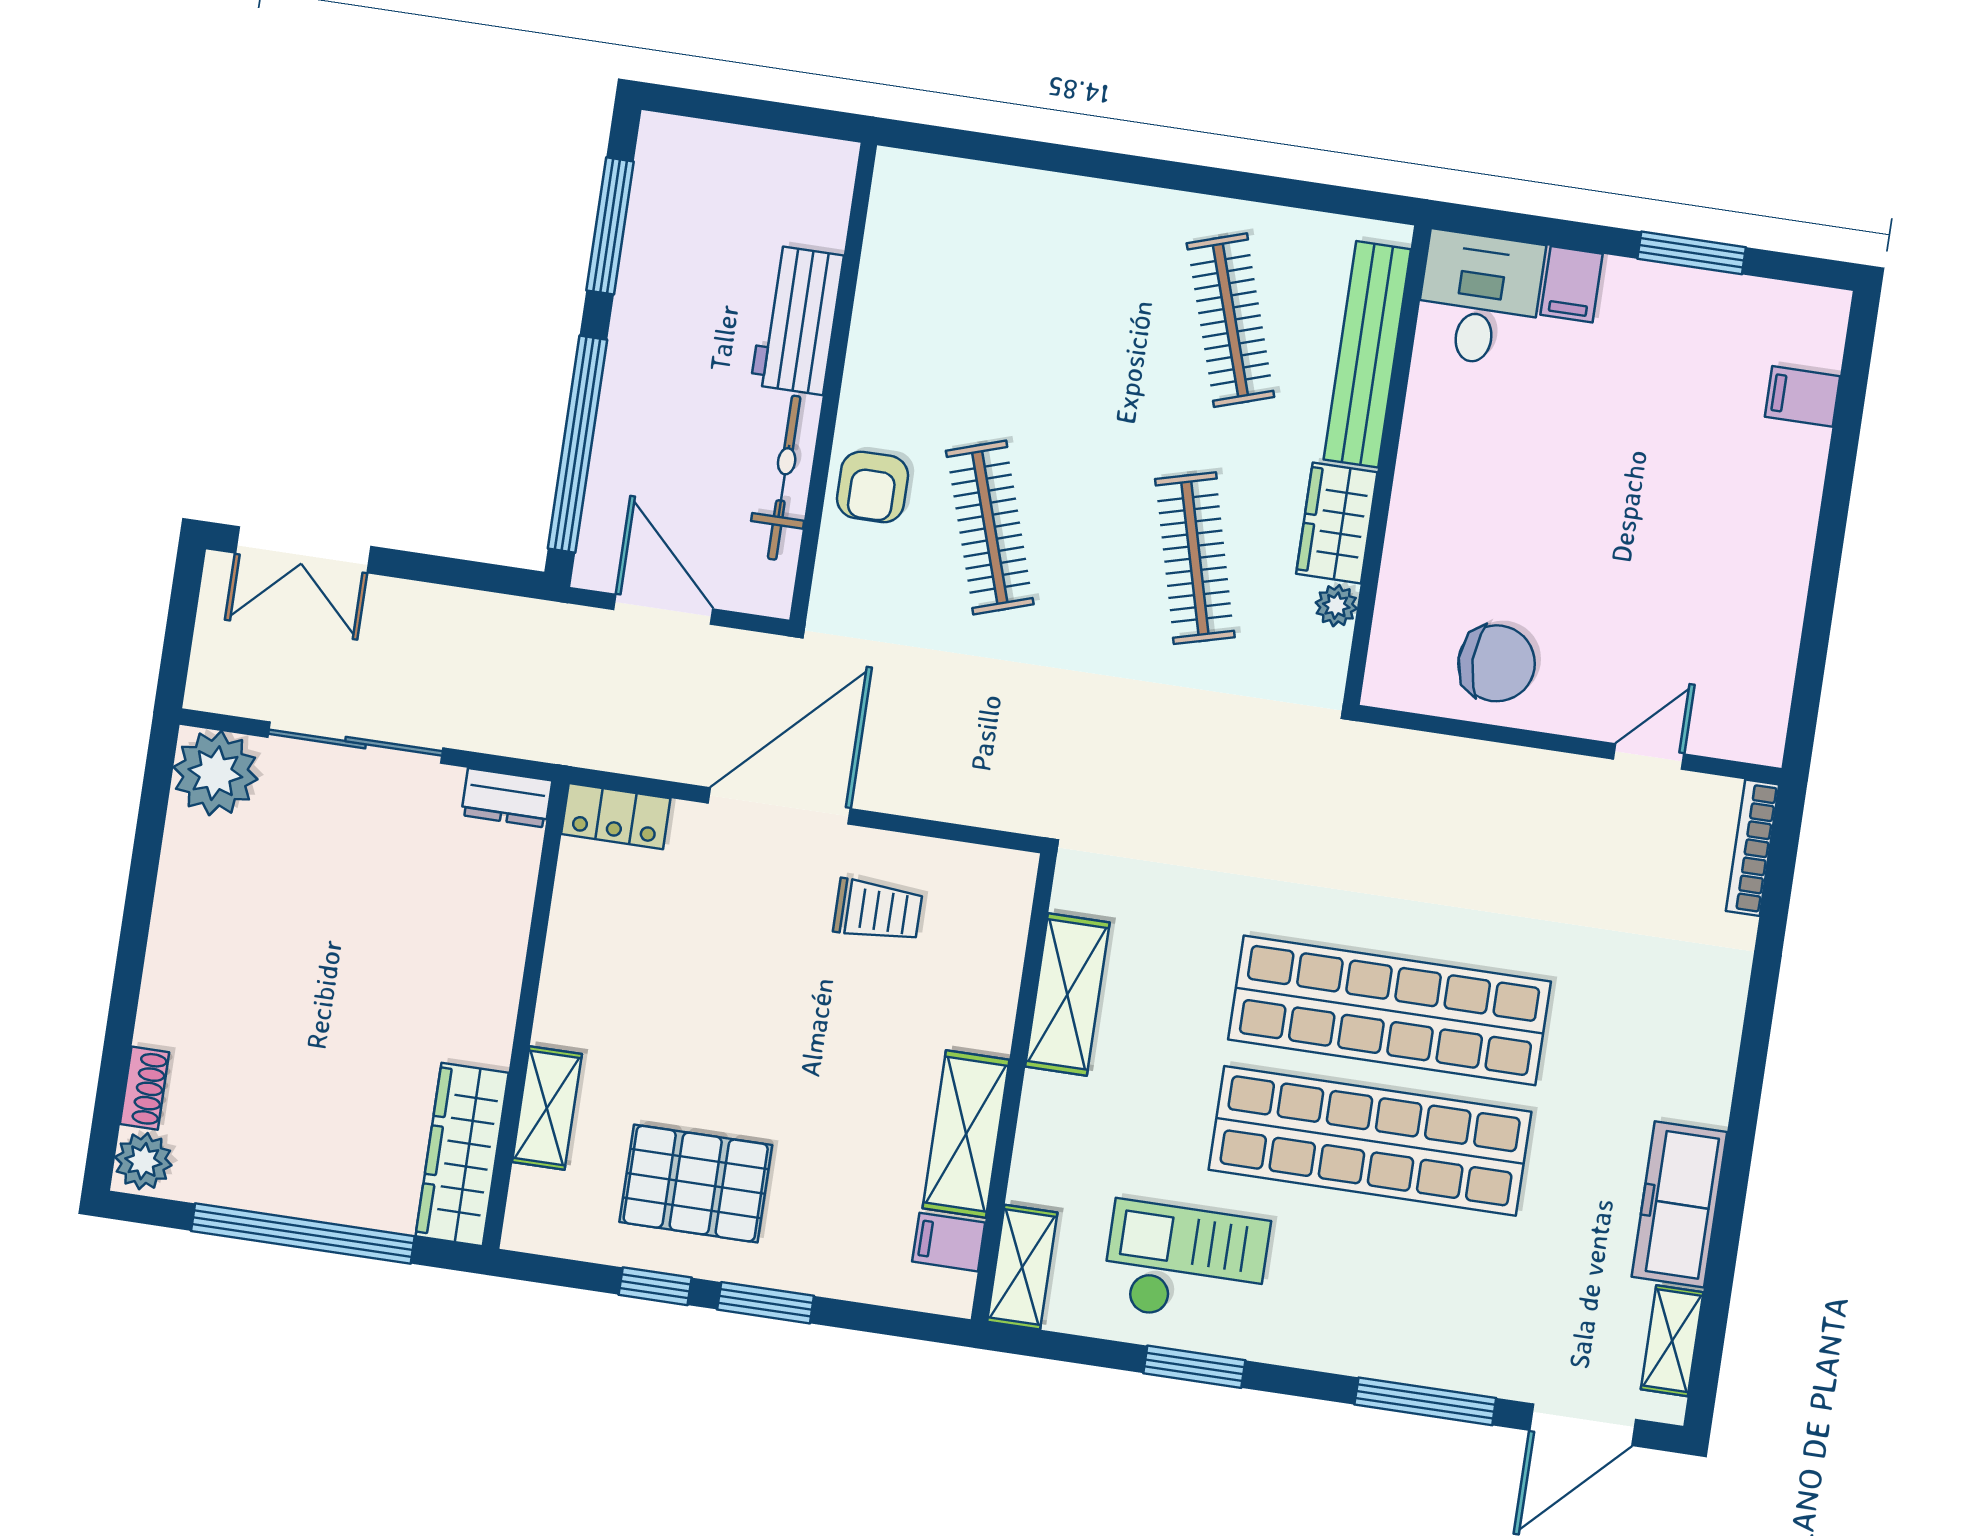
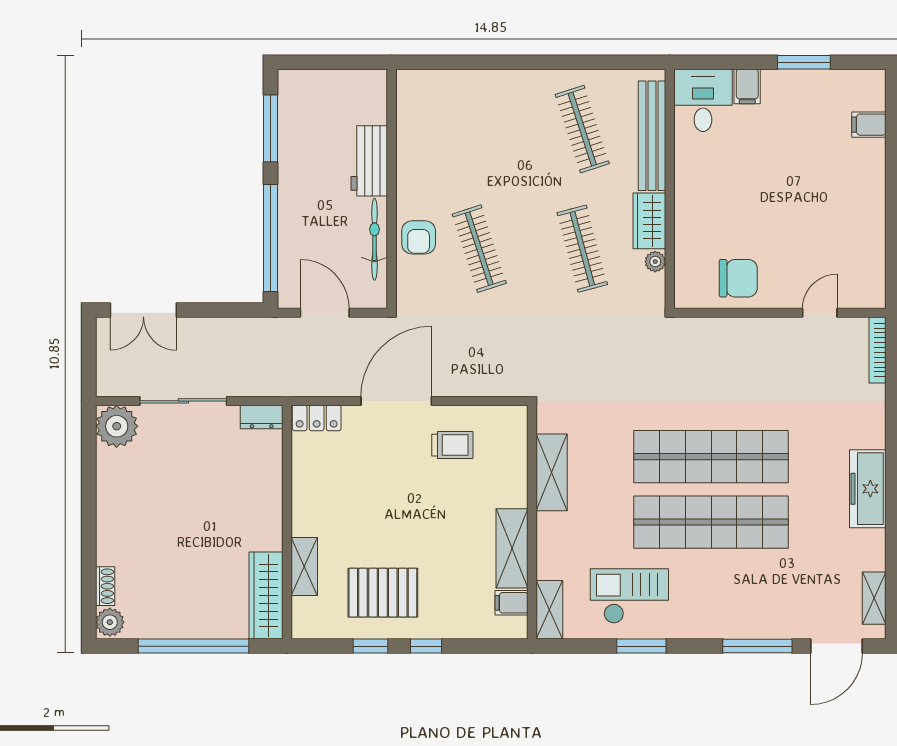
freezer: (1679, 1204) -> (868, 489), moved
window: (766, 1303) -> (426, 646), width x0.67

